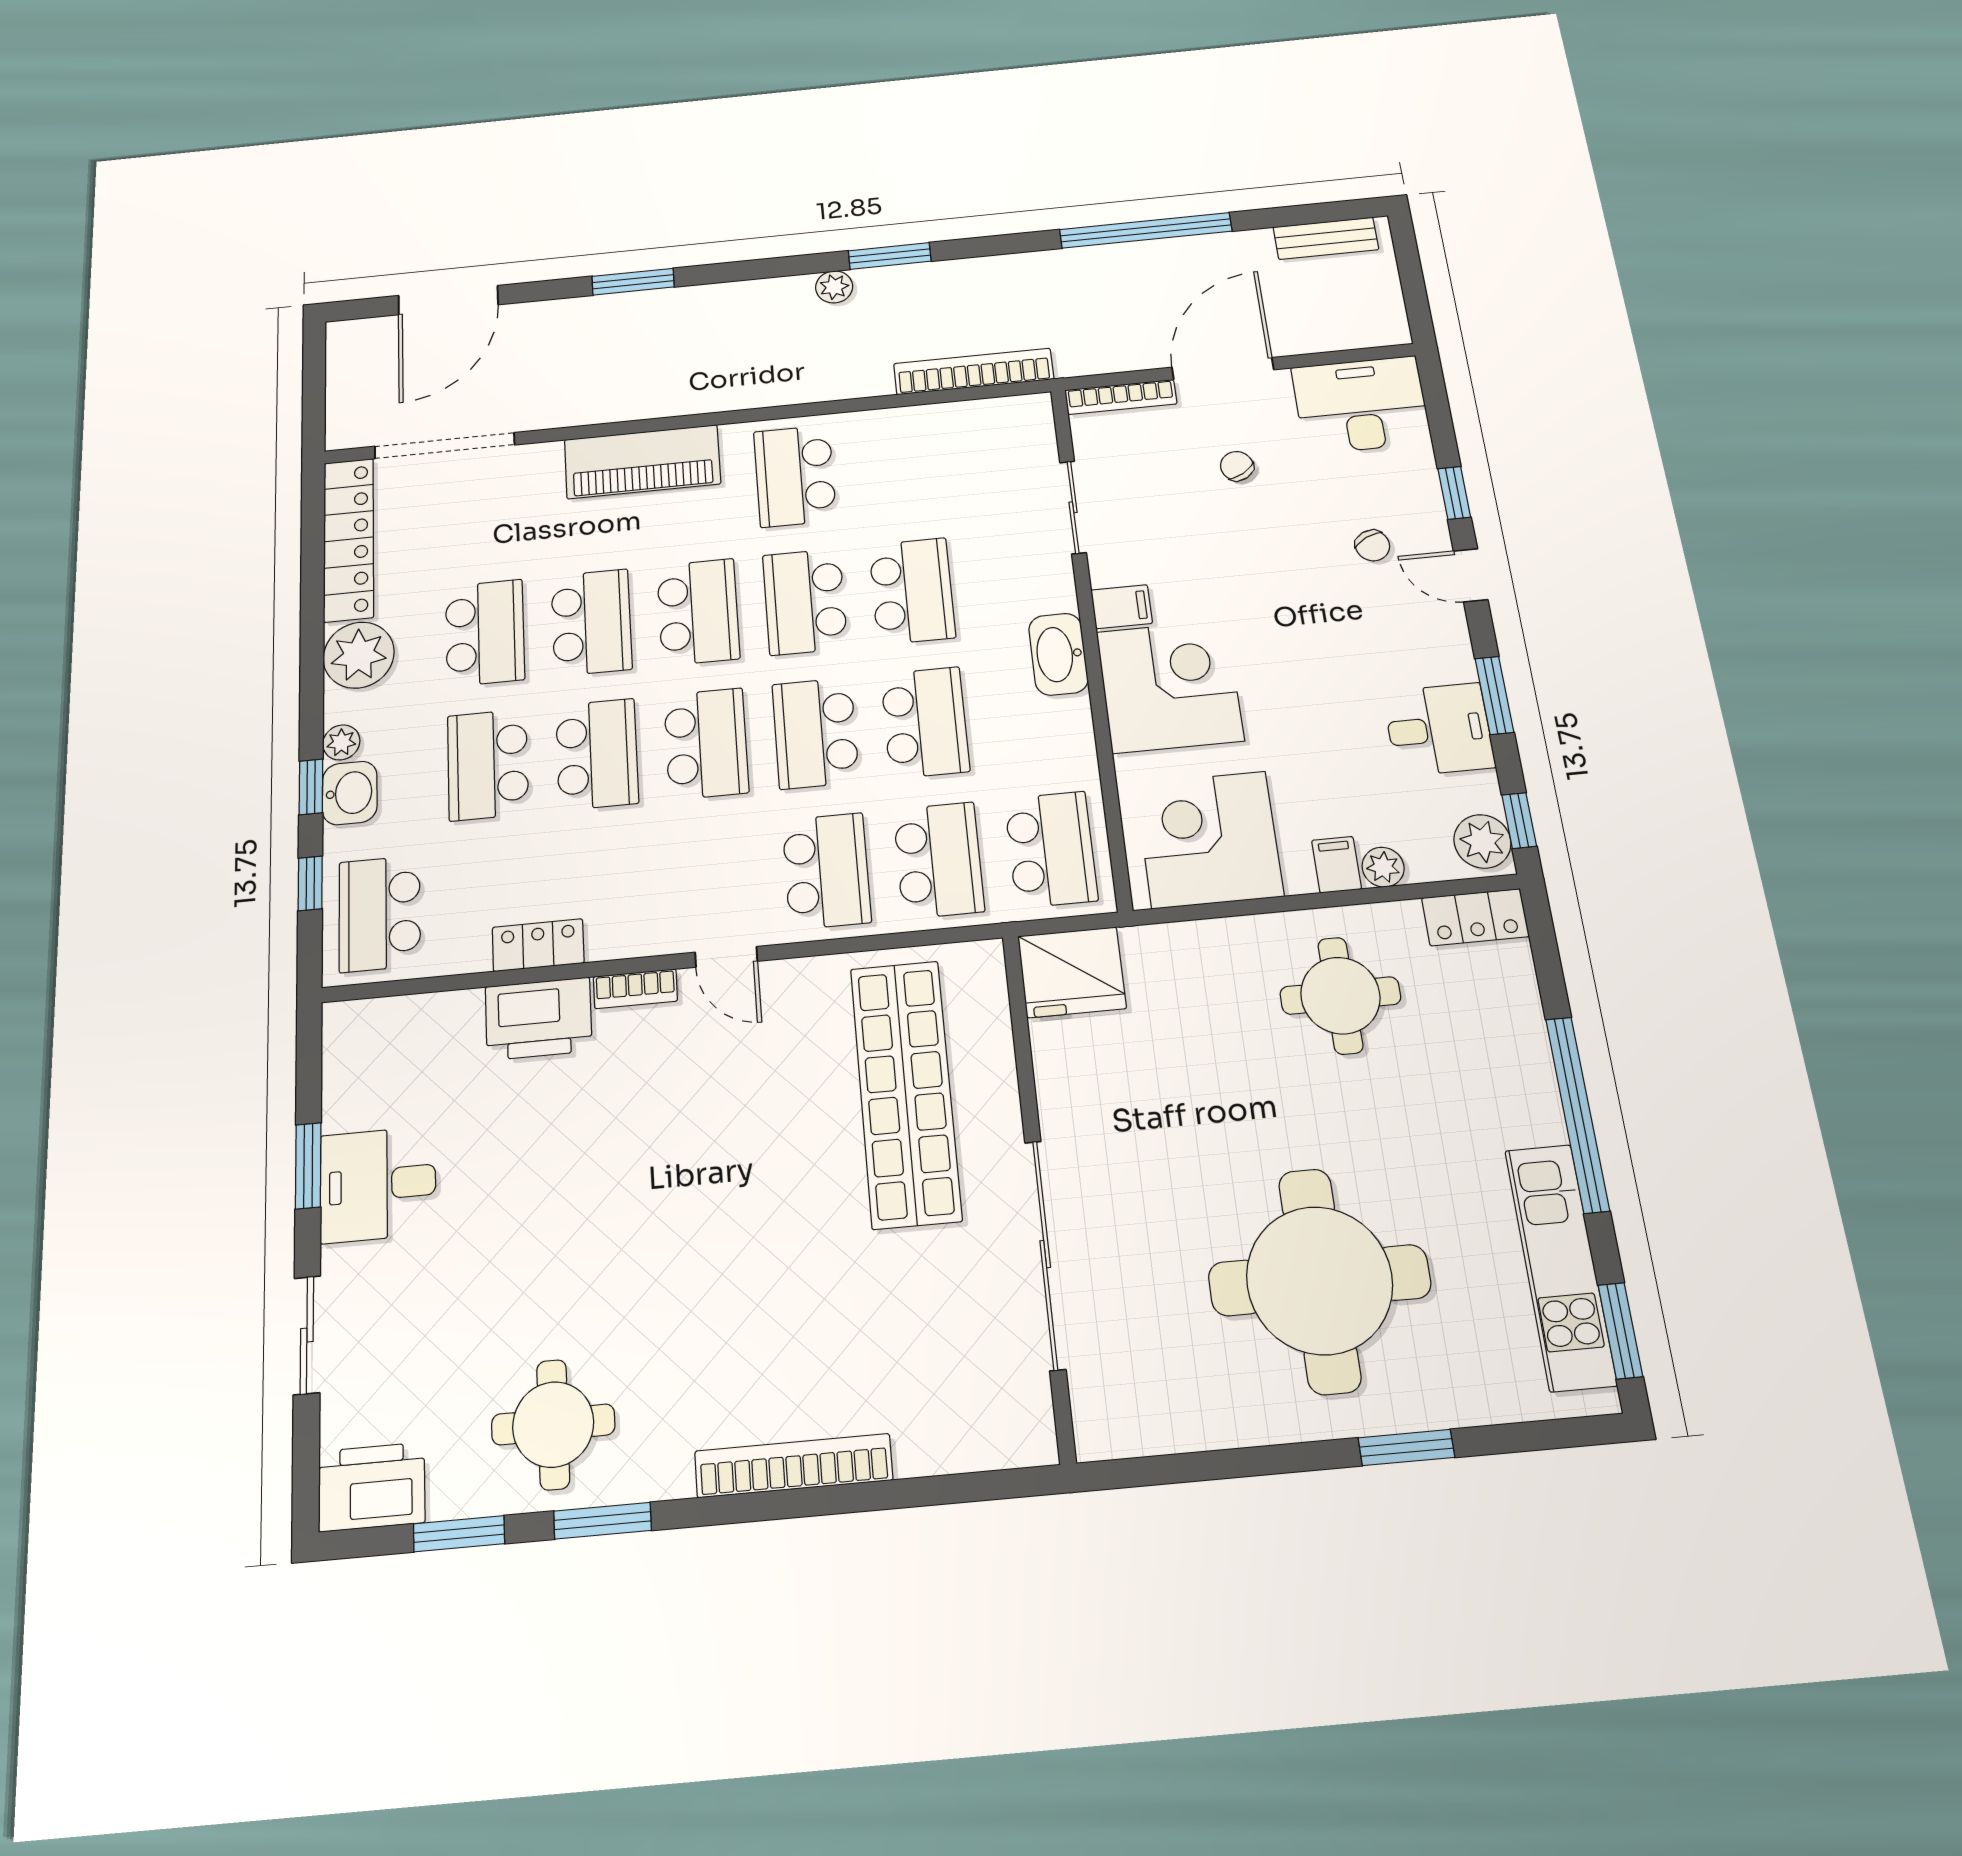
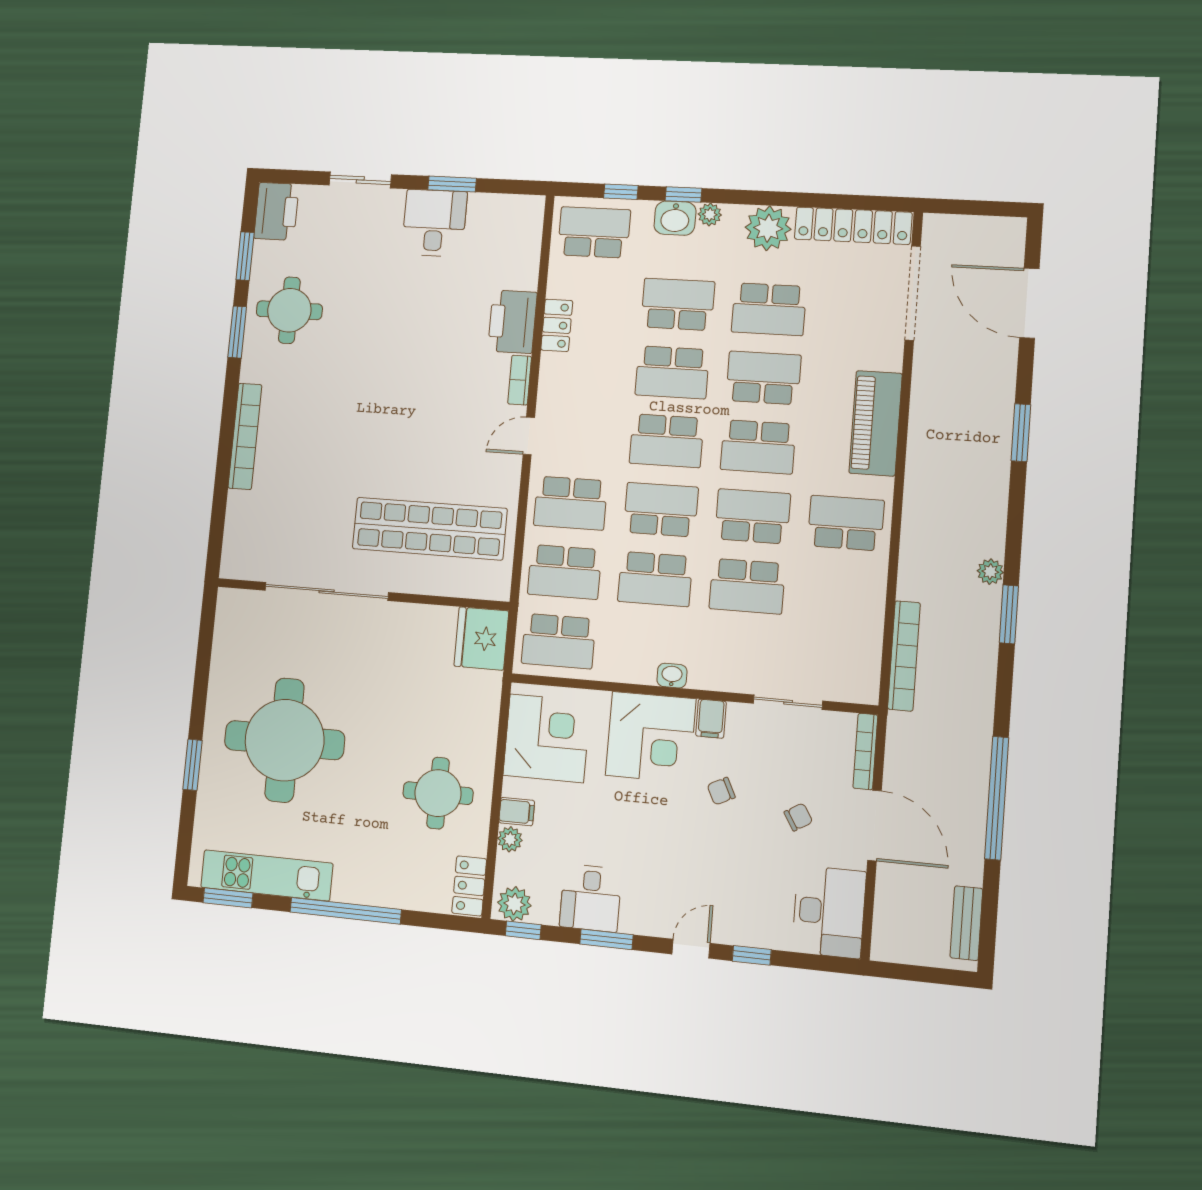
chair: (1372, 546) -> (721, 791), moved
school desk: (591, 622) -> (763, 378), turned 180
washbasin: (1058, 654) -> (672, 676), width x0.52, depth x0.69

